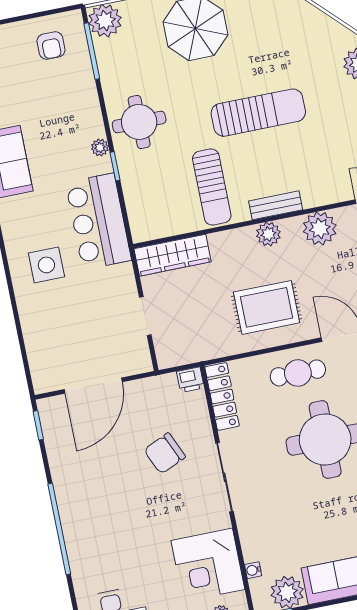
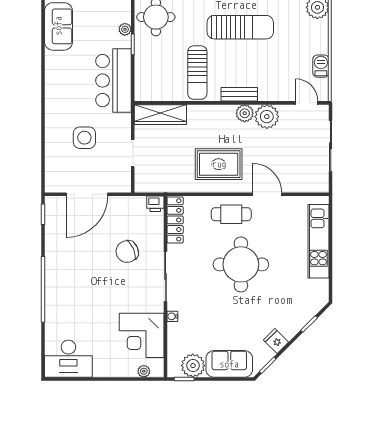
plant: (268, 234) -> (245, 113), moved
side table: (46, 265) -> (84, 138), moved
water cooler: (253, 570) -> (172, 316), moved

